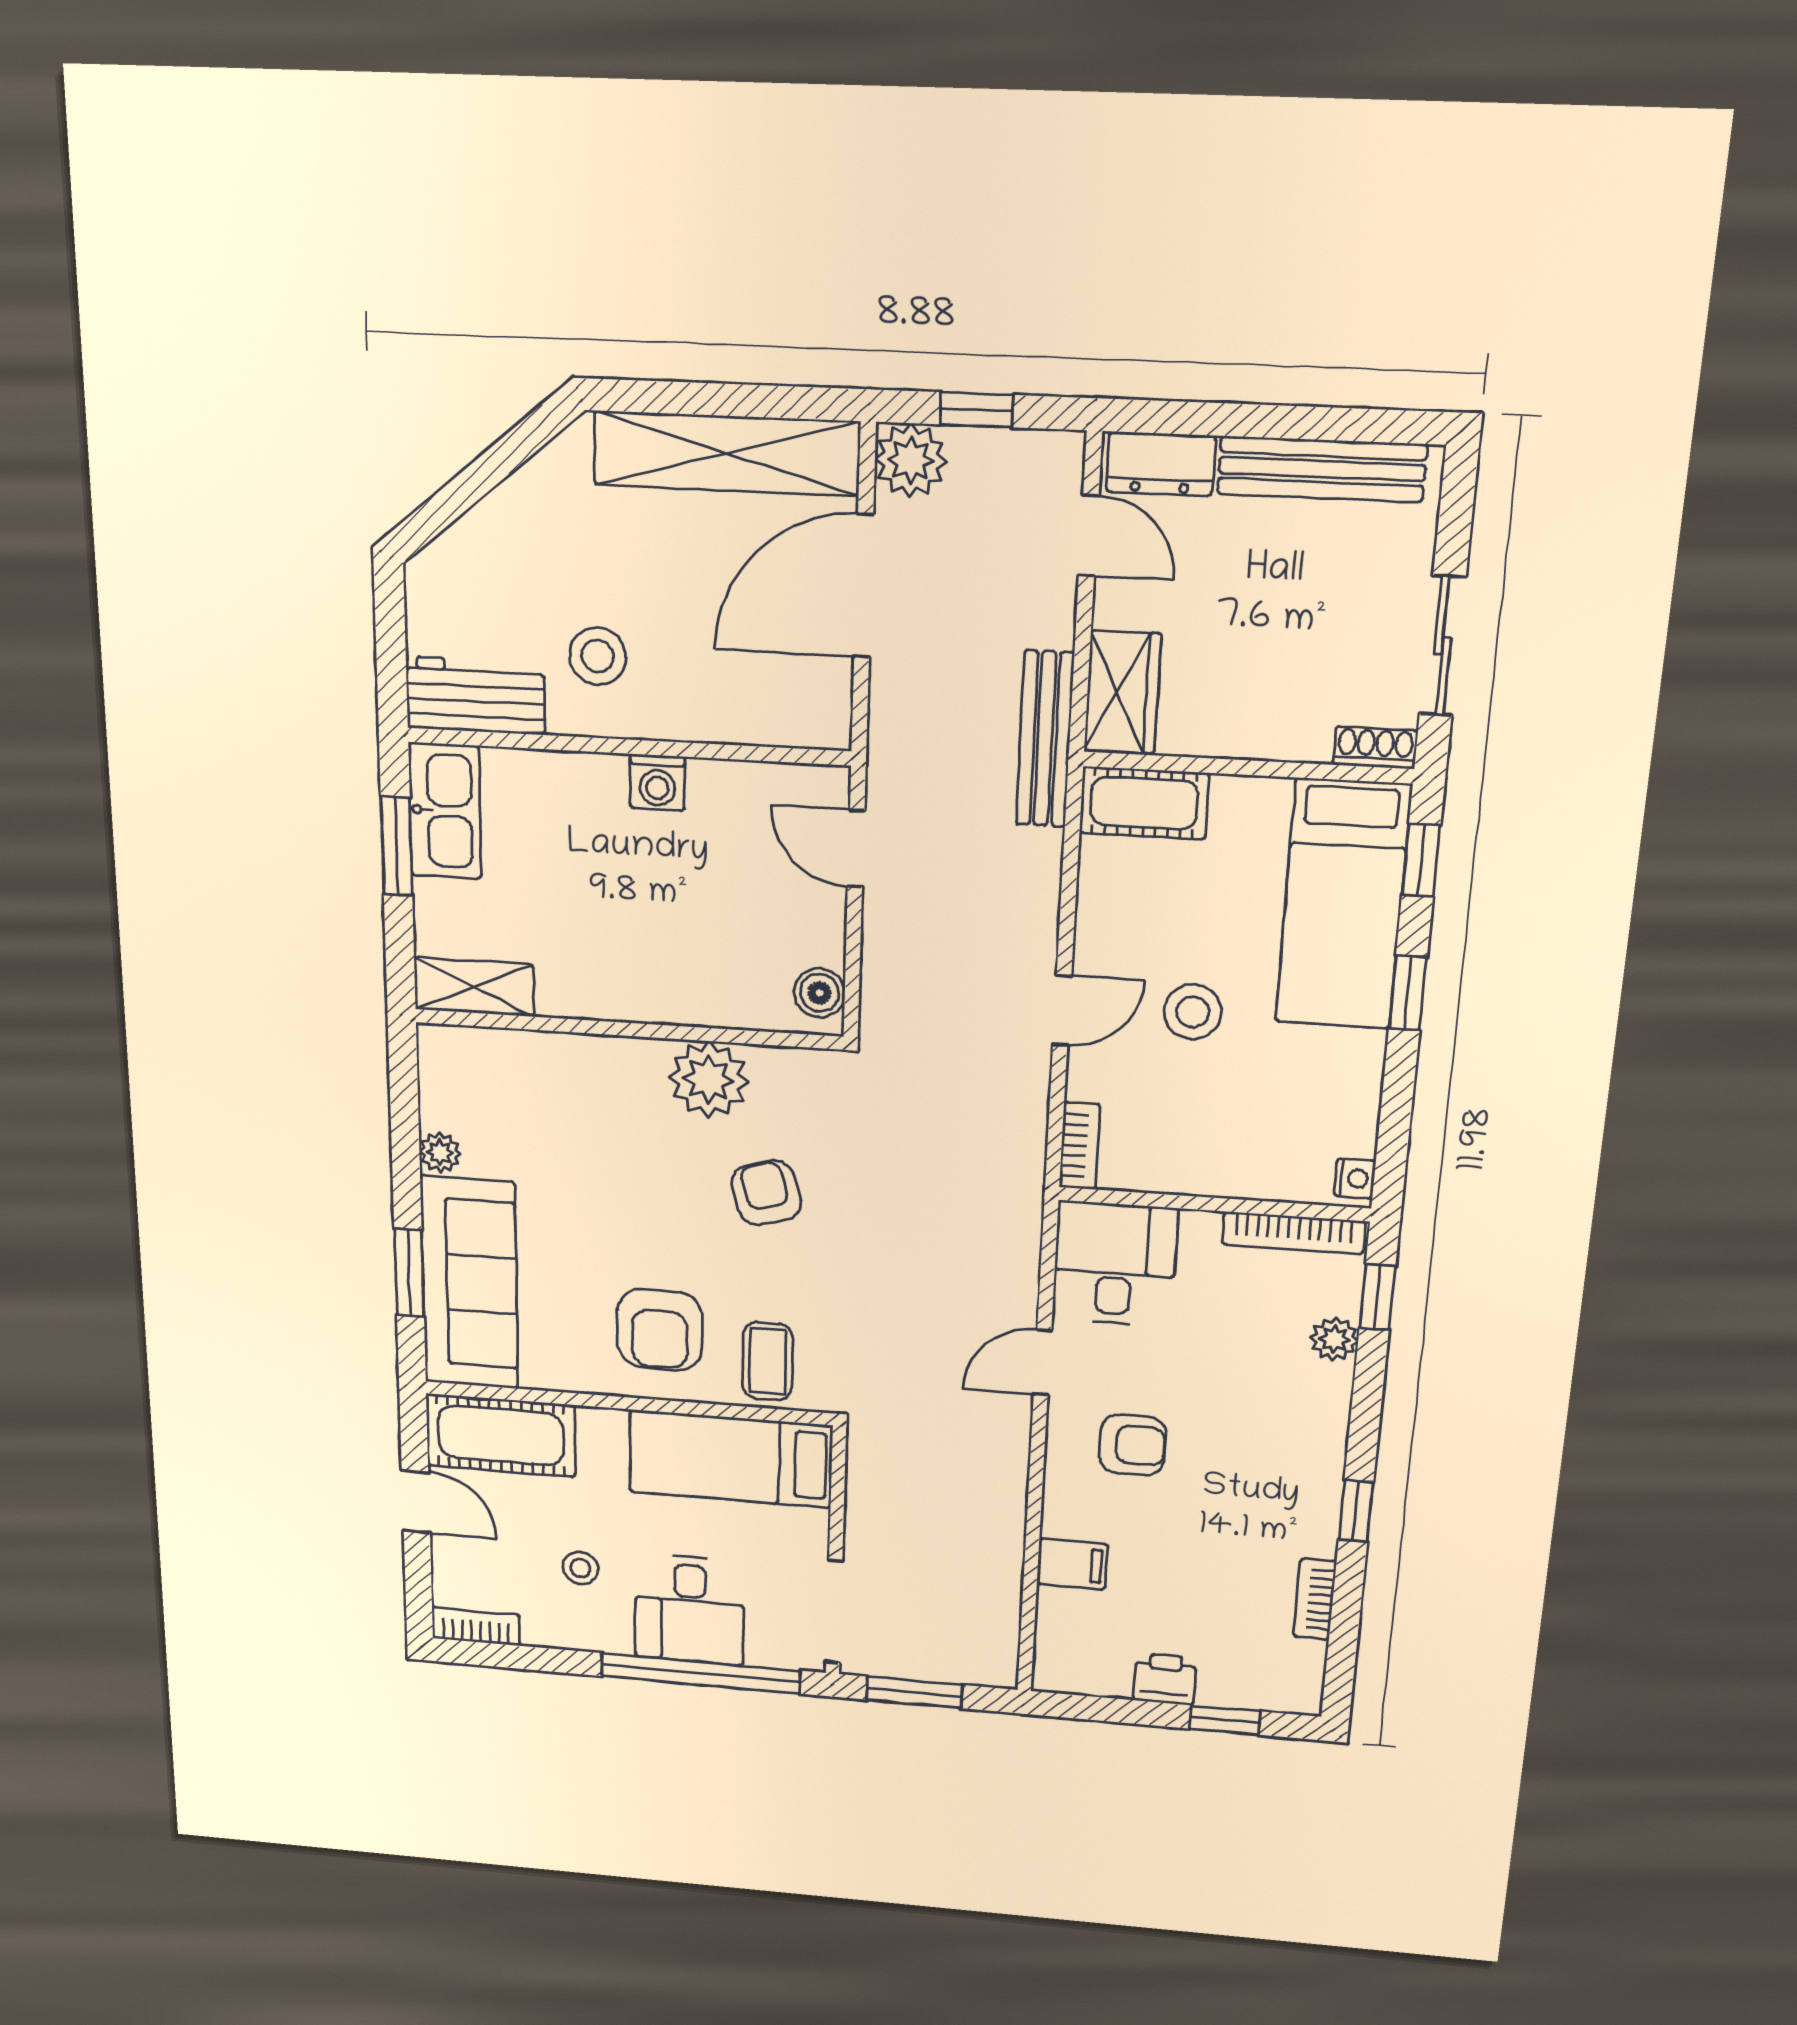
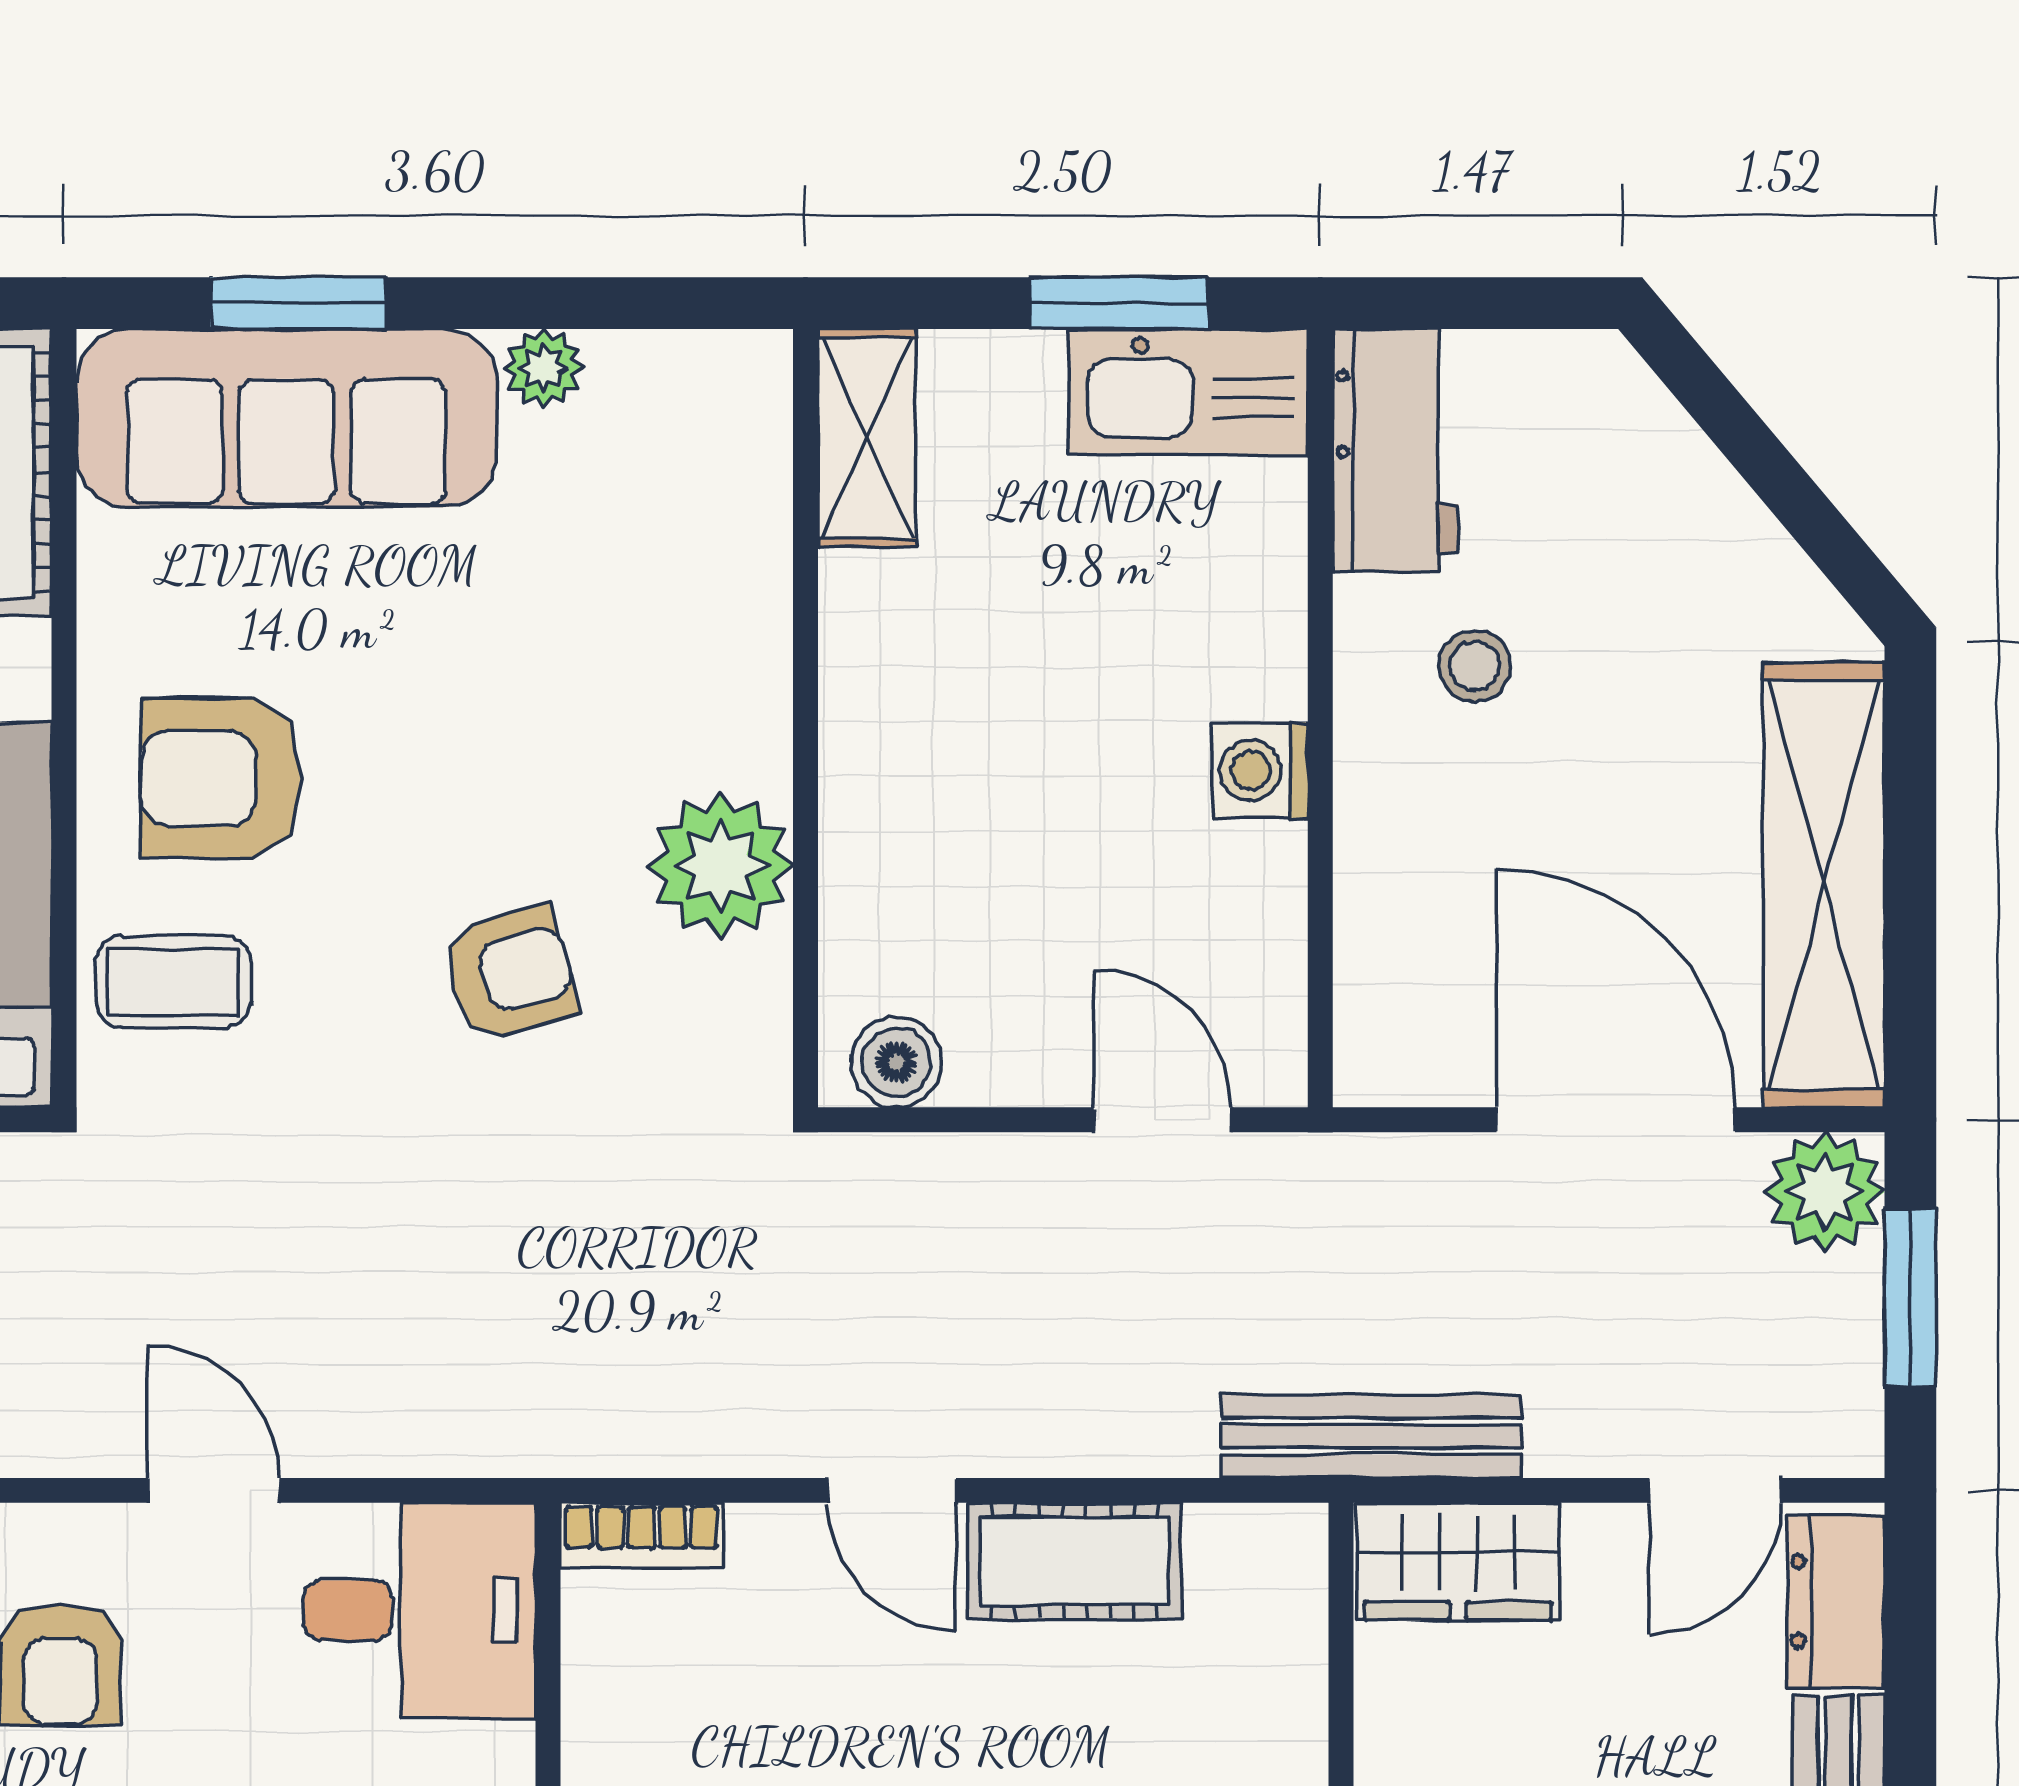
window: (977, 410) -> (1910, 1297), width x1.50
stool: (598, 656) -> (1475, 666), width x0.73, depth x0.73
cot: (1144, 803) -> (1075, 1561), moved, turned 90
door: (856, 848) -> (1162, 1120), hinge flipped
stool: (1193, 1012) -> (904, 1717), removed

